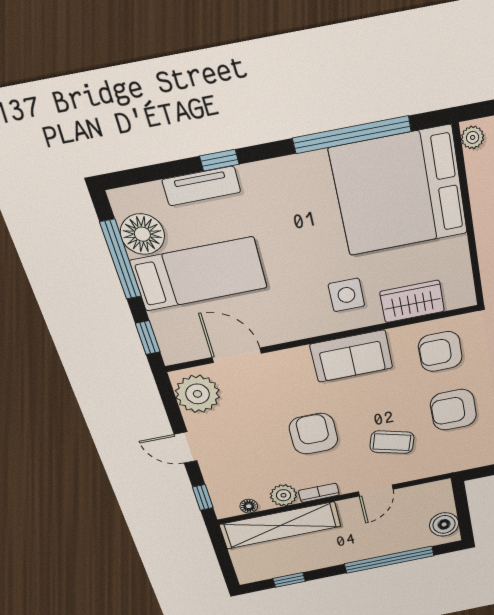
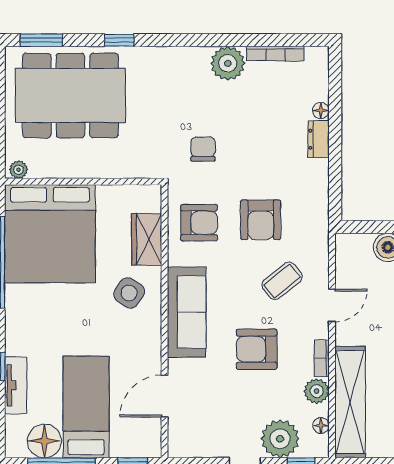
side table: (346, 295) -> (129, 293), turned 35
armchair: (440, 352) -> (199, 223), turned -90
sofa: (351, 356) -> (187, 312), width x1.36
plant: (197, 394) -> (280, 439), moved
coffee table: (392, 442) -> (282, 281), turned 35
door: (376, 491) -> (332, 305), hinge flipped

